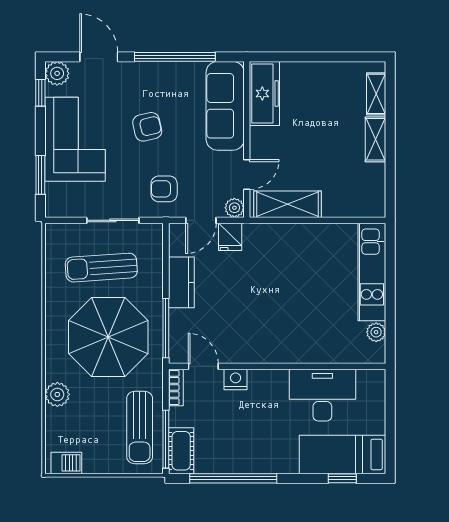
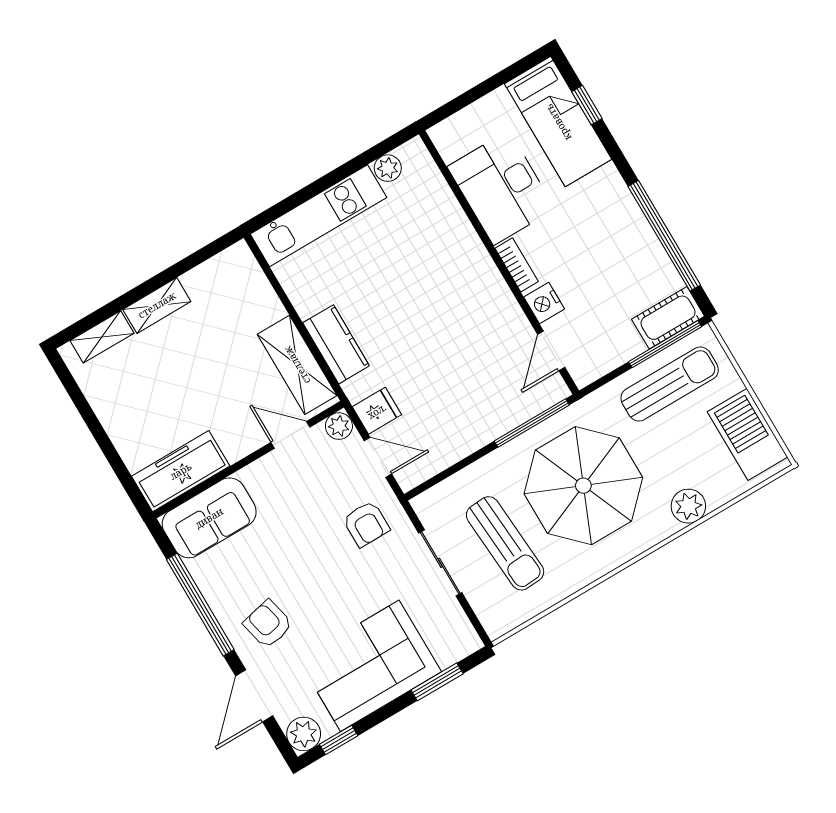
sofa: (225, 106) -> (209, 518), width x0.73
armchair: (147, 127) -> (268, 624), moved
kitchen counter: (181, 282) -> (336, 344), moved, turned 90
bookcase: (176, 387) -> (517, 265), moved, turned 90
barbecue: (66, 463) -> (748, 434), width x1.88, depth x1.53

